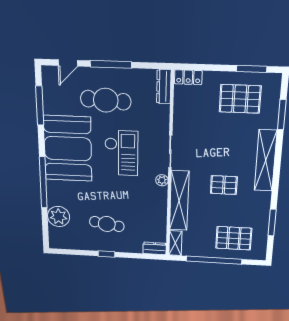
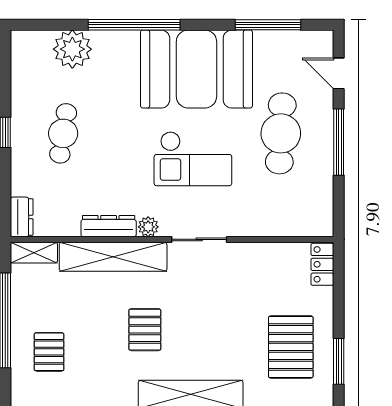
dresser: (164, 87) -> (109, 226), moved
pallet: (234, 238) -> (49, 352), width x0.67, depth x0.71

